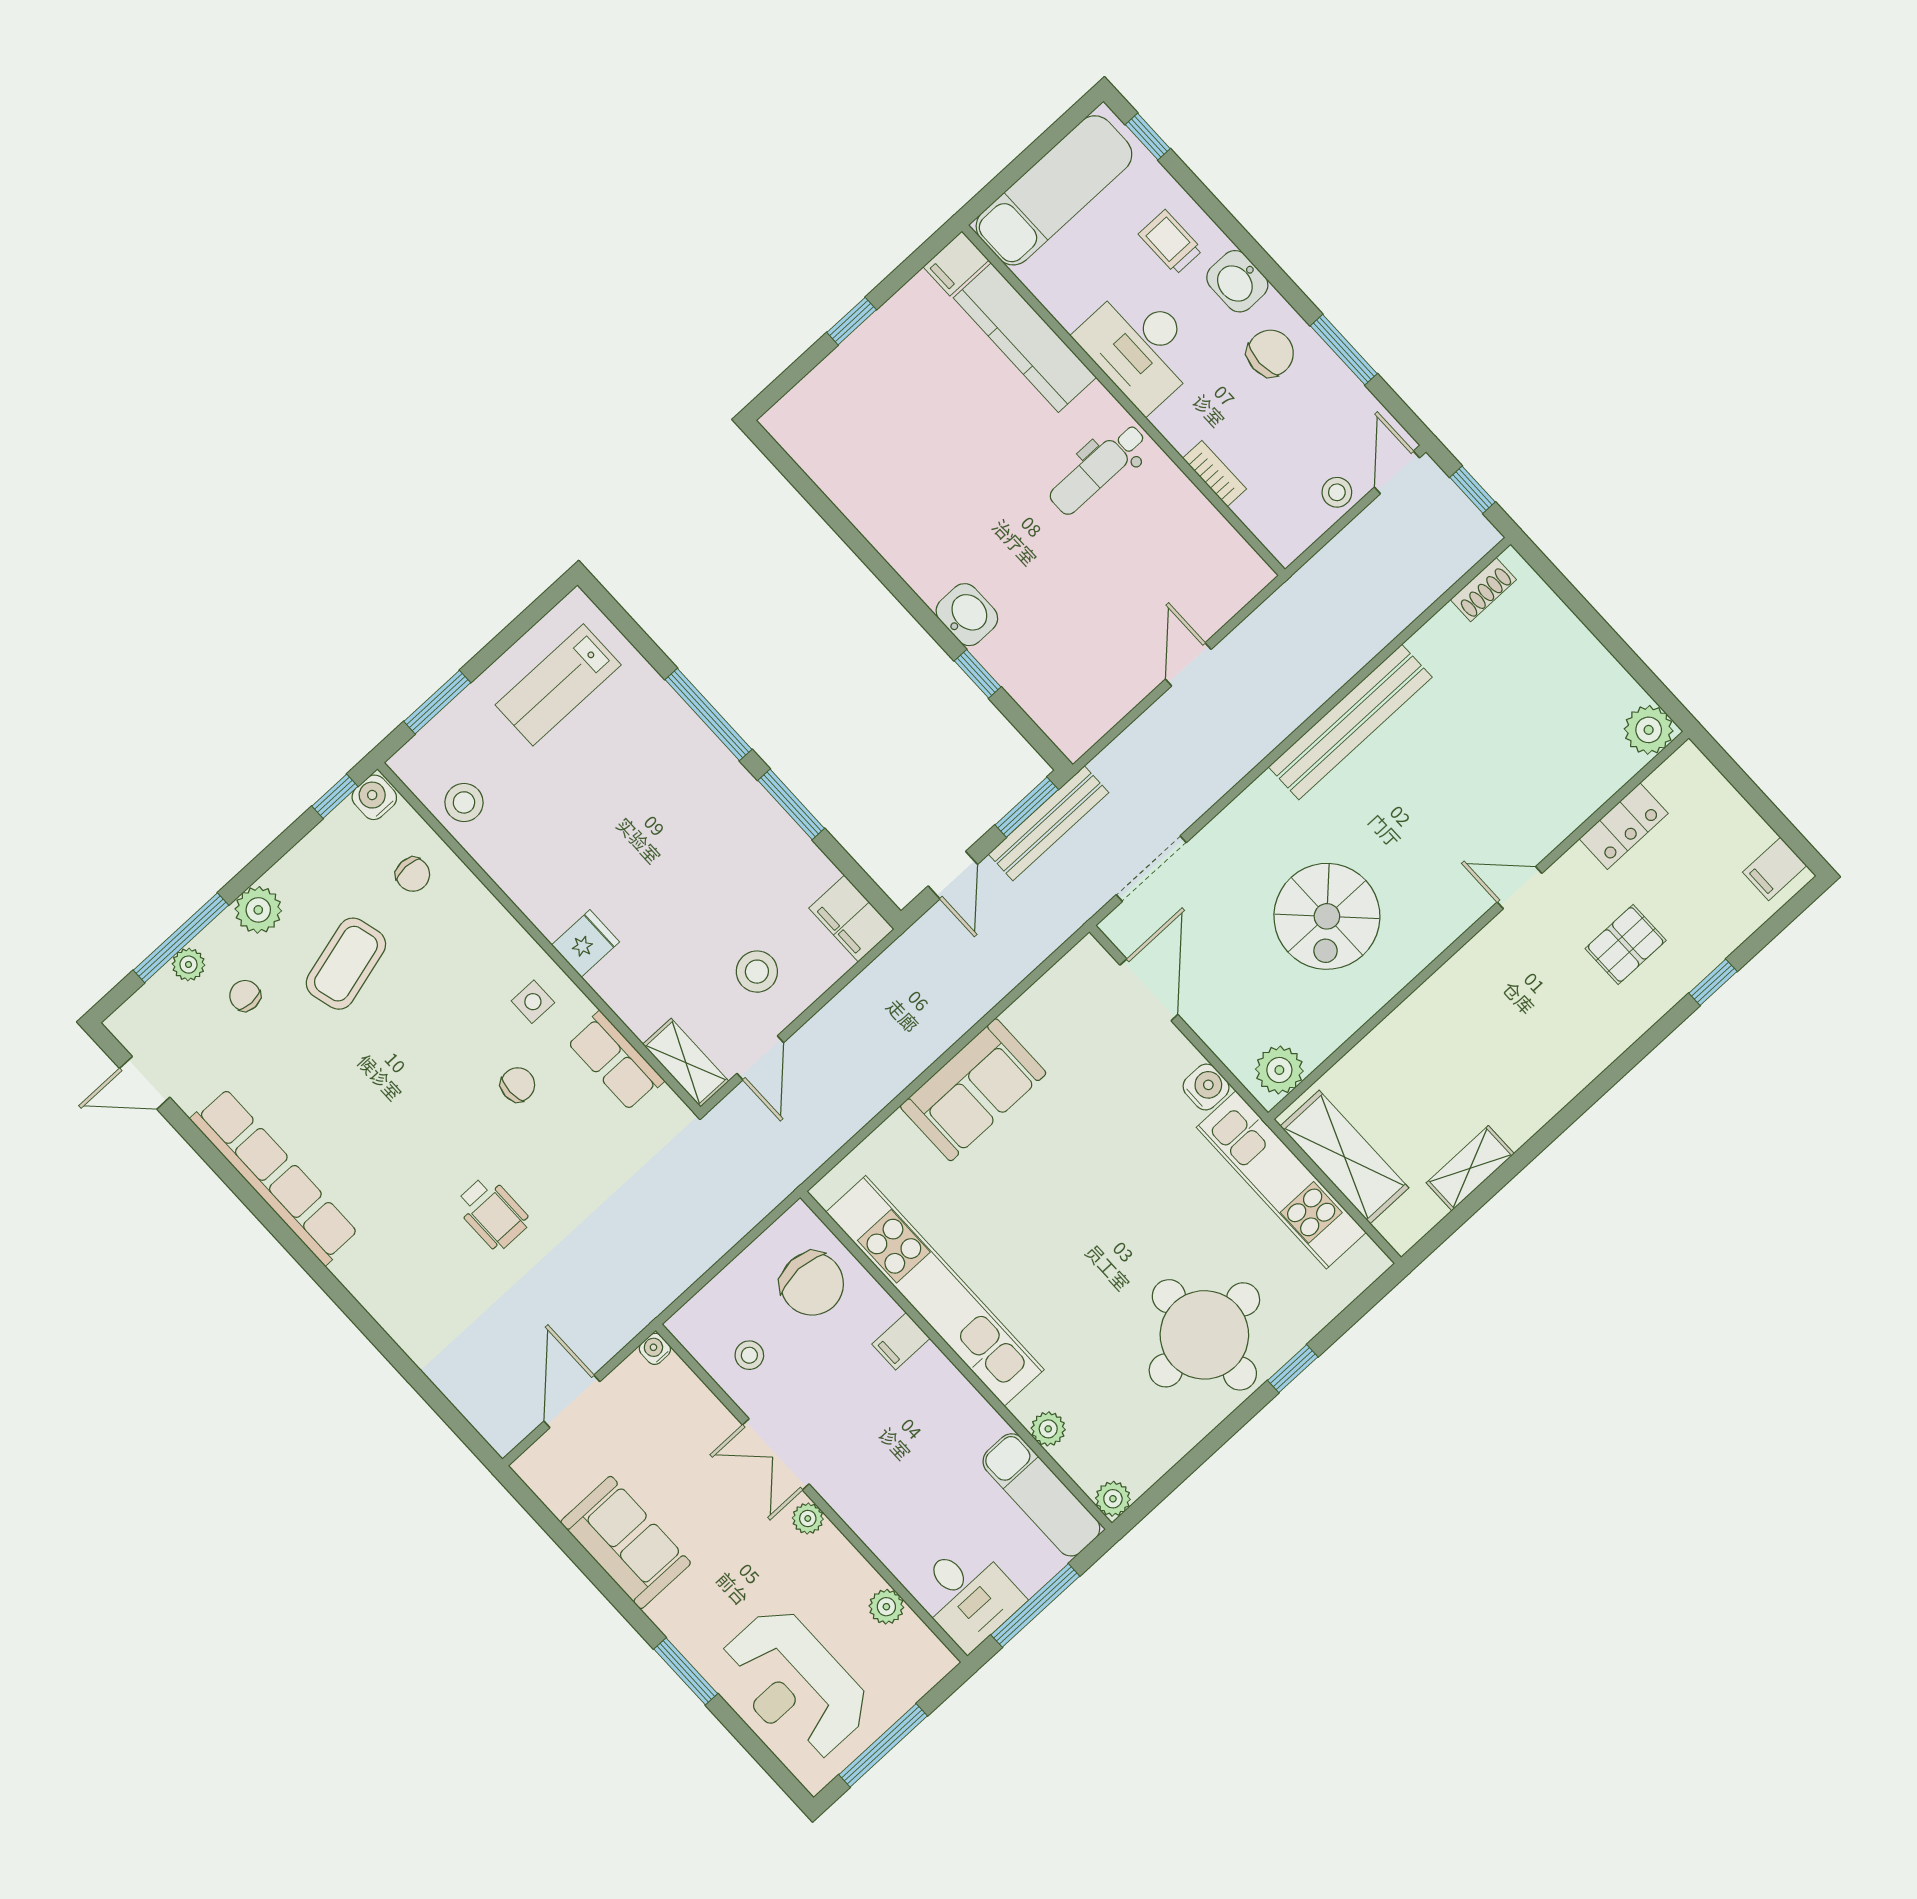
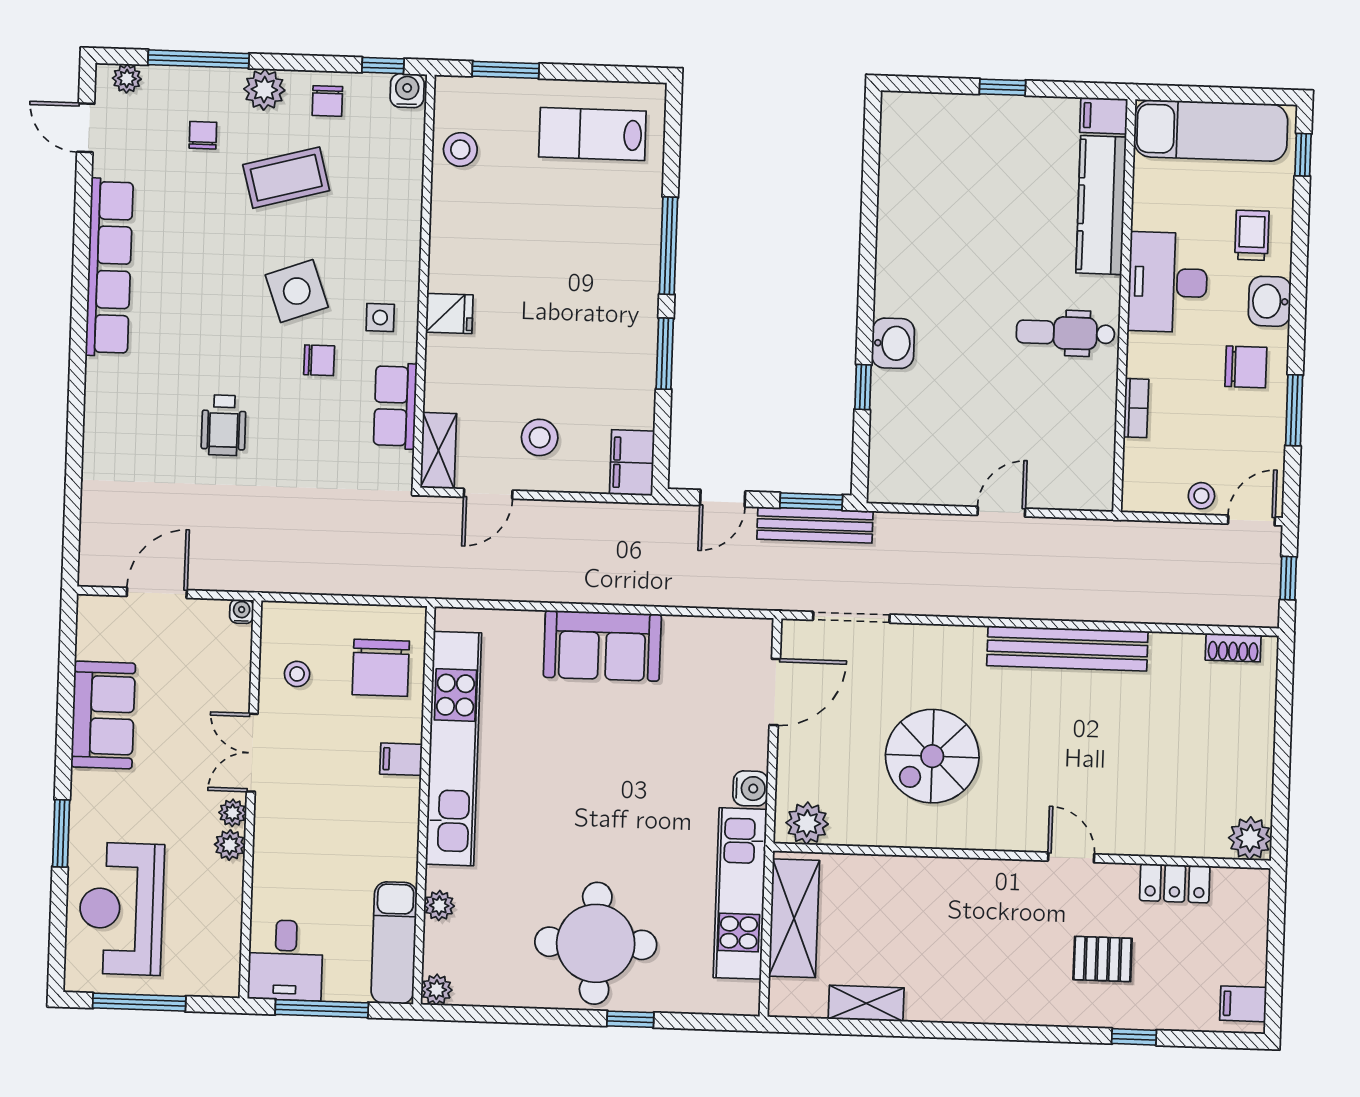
chair: (413, 874) -> (327, 101), moved
plant: (189, 965) -> (127, 79), moved
side table: (445, 1047) -> (297, 291), added
plant: (886, 1607) -> (230, 845), moved

